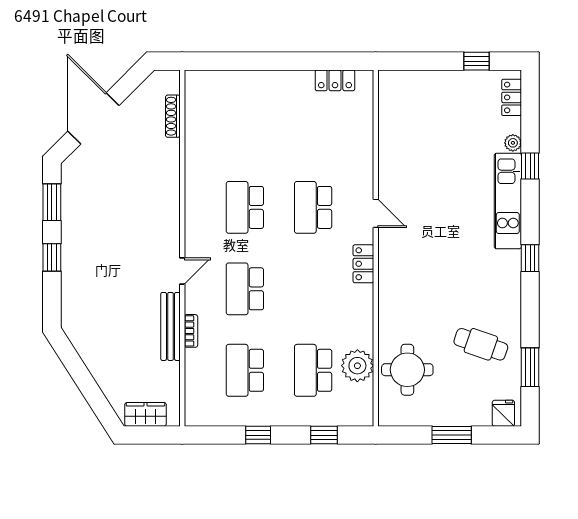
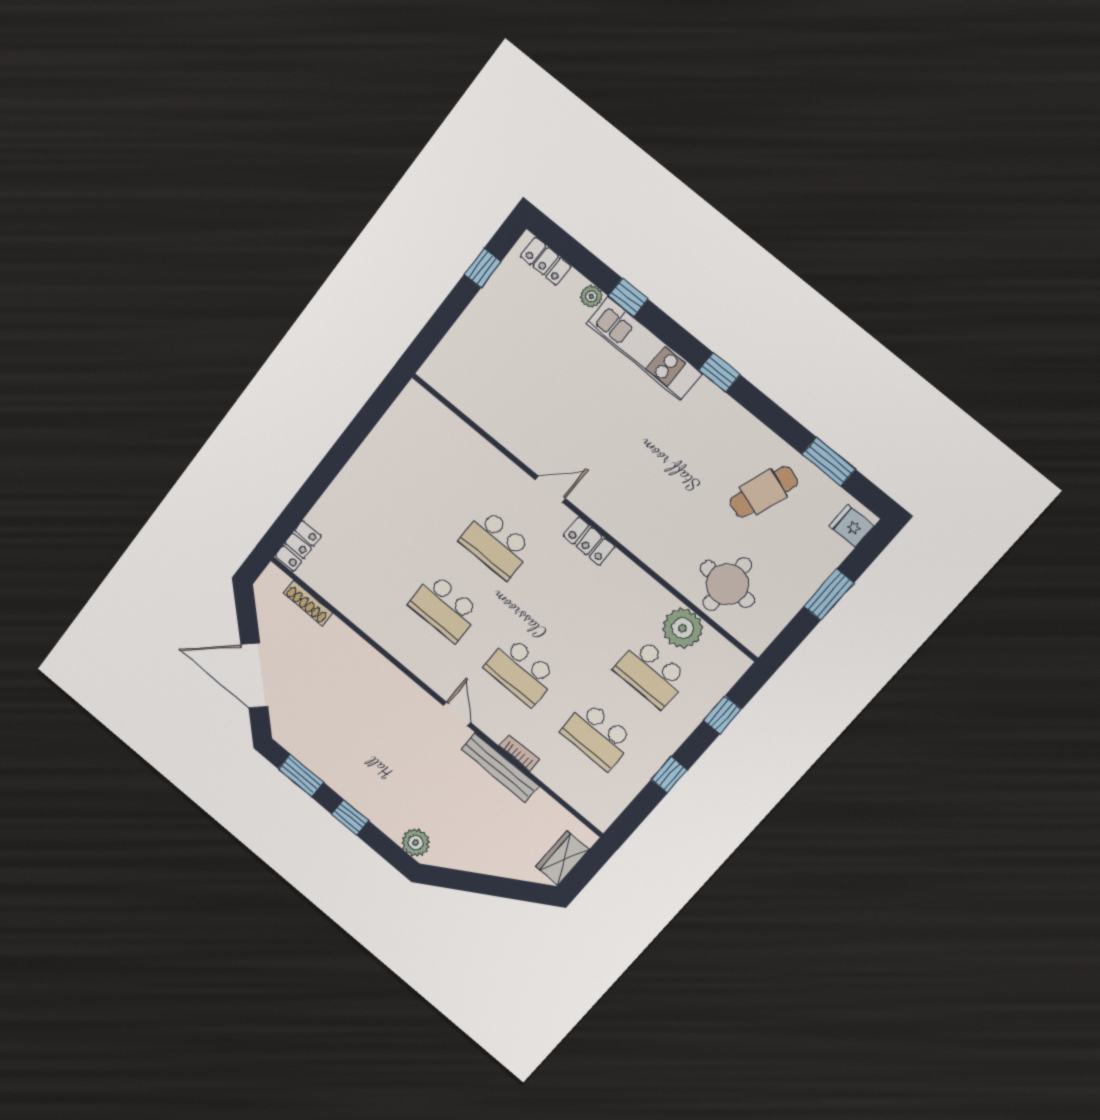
locker: (335, 80) -> (298, 546), moved
plant: (73, 313) -> (416, 842), added

